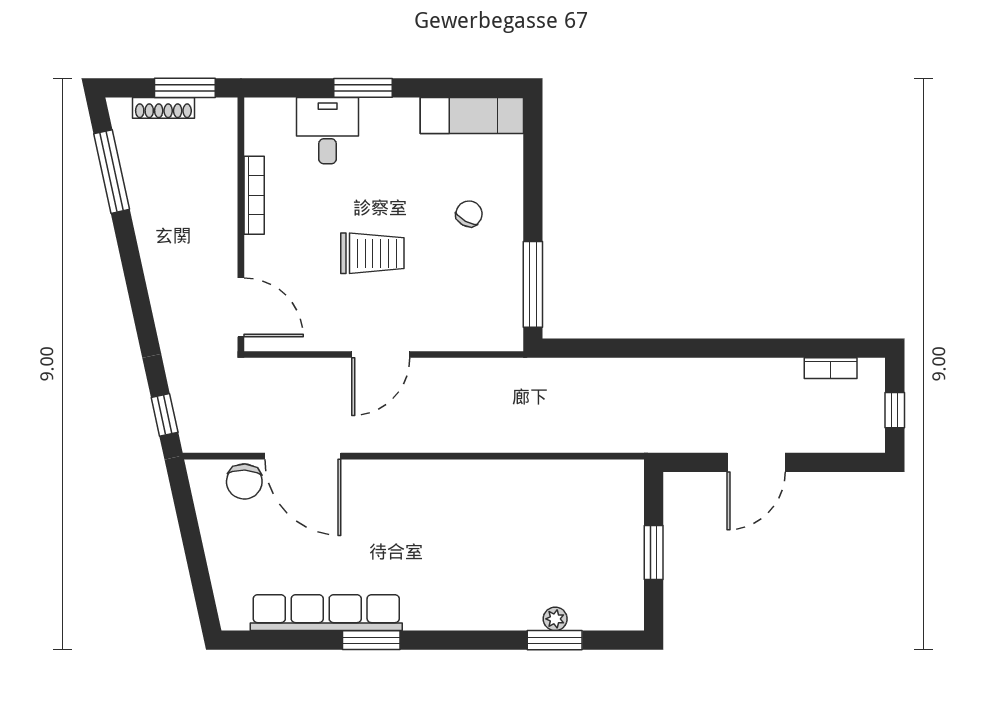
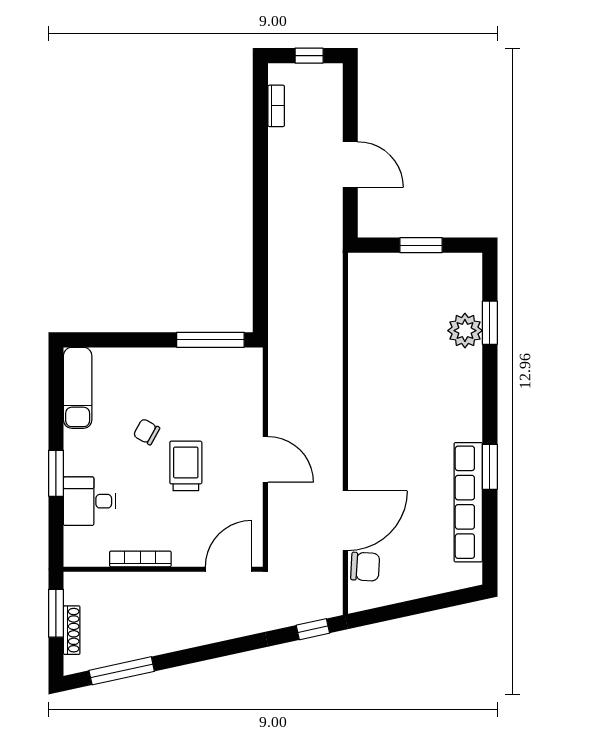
chair: (469, 214) -> (146, 432), moved
plant: (555, 619) -> (465, 331), width x1.88, depth x1.88

